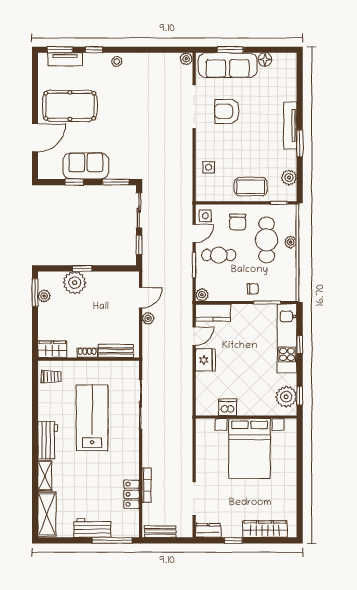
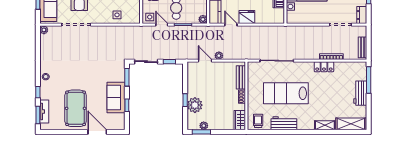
workbench: (48, 440) -> (284, 123), moved
locker: (131, 494) -> (324, 67), moved

